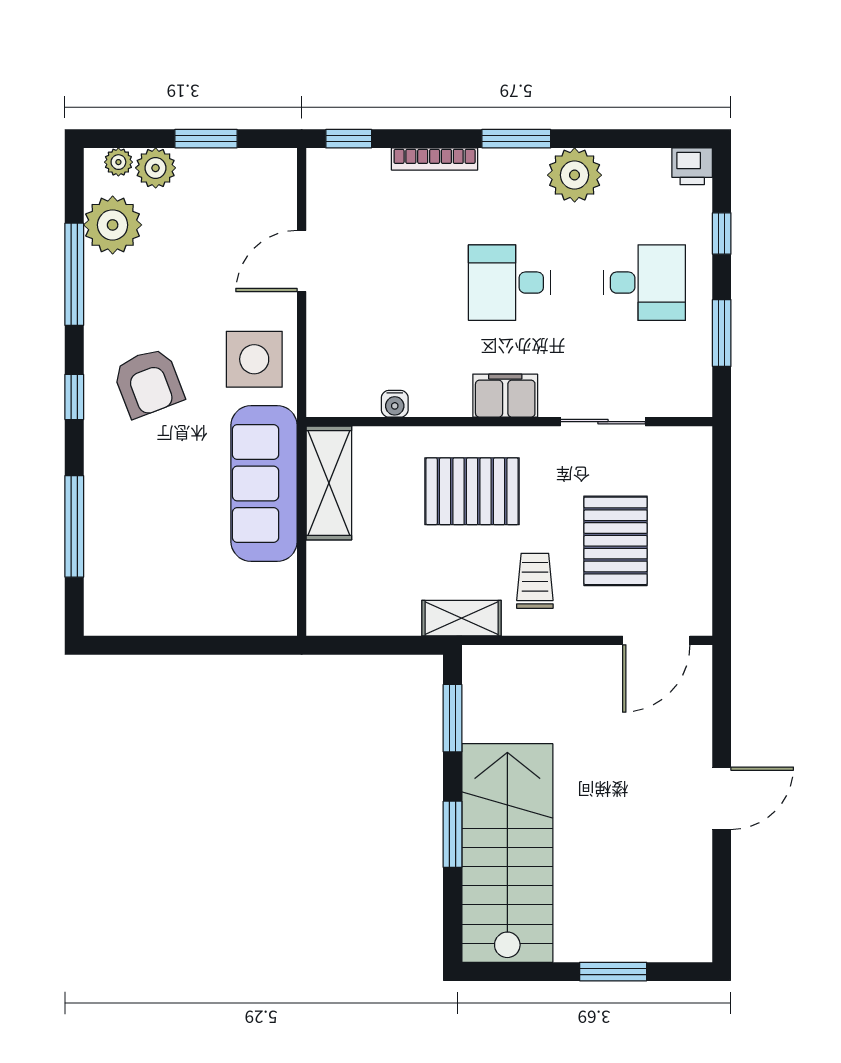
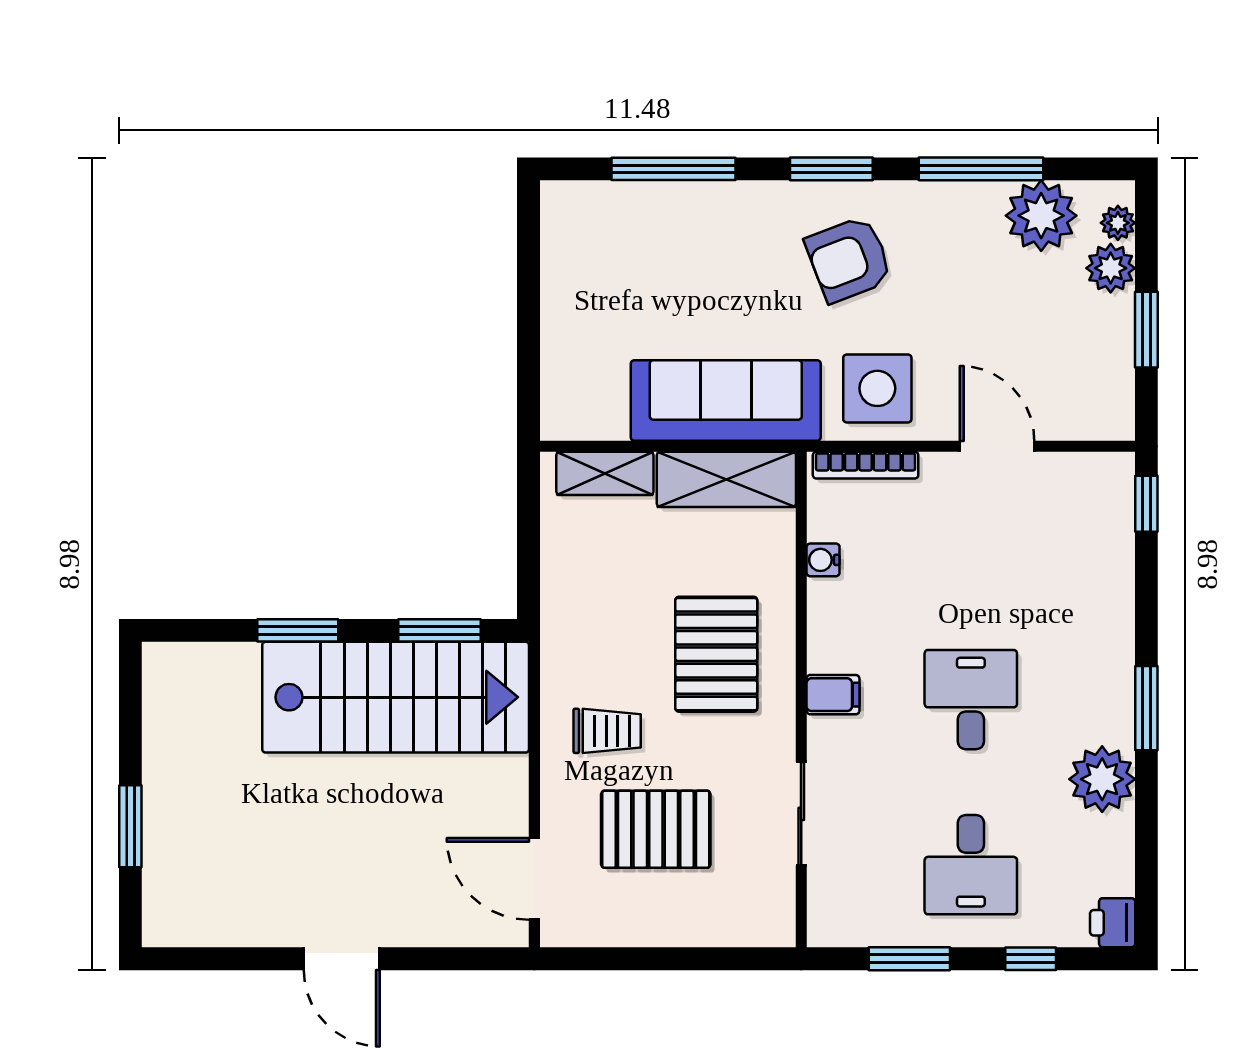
bookcase: (435, 159) -> (866, 465), moved, turned -90
filing cabinet: (505, 396) -> (833, 695), width x0.50
window: (74, 397) -> (831, 169), width x1.50
shelving: (462, 618) -> (605, 473), moved, turned 90
stairs: (507, 853) -> (396, 697), moved

